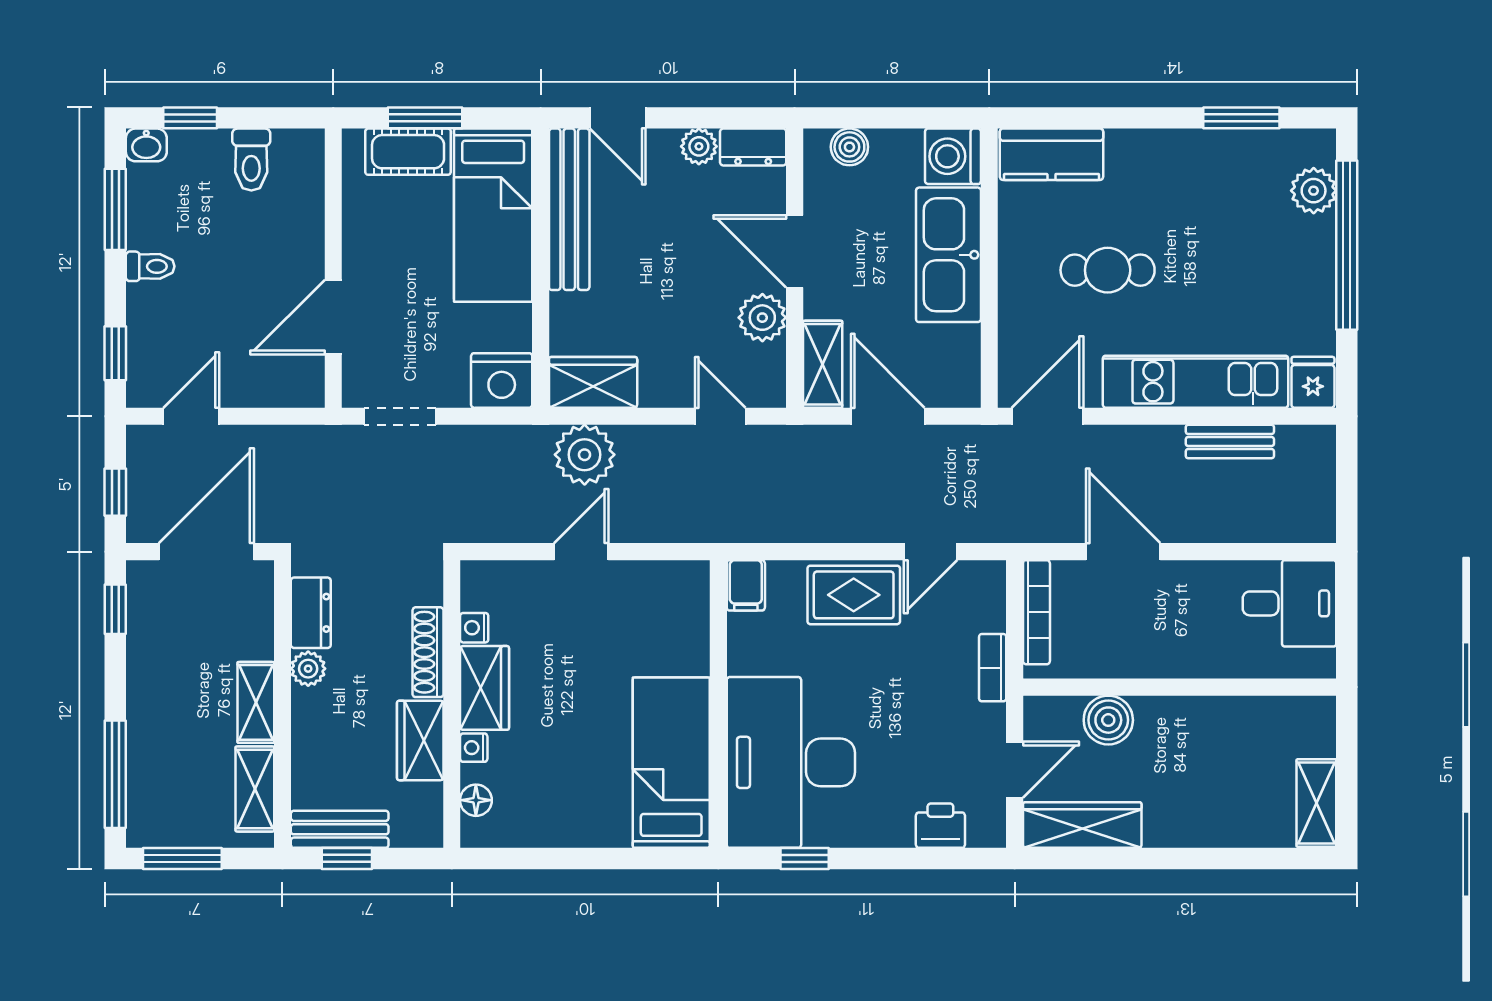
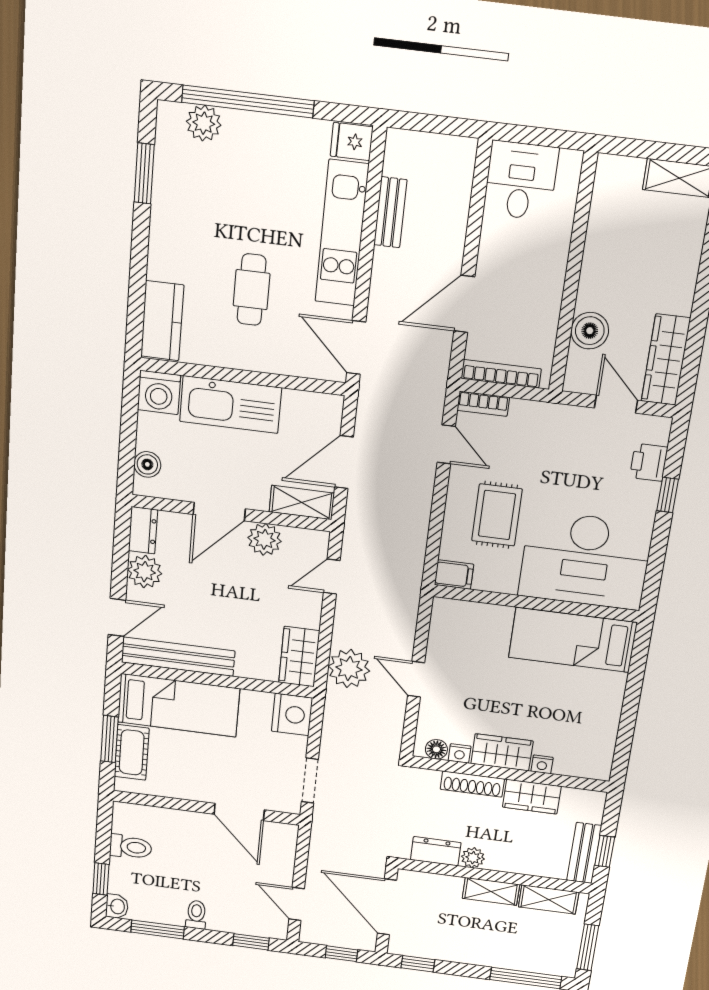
plant: (699, 146) -> (145, 572), width x1.38, depth x1.38
rug: (854, 595) -> (497, 515), moved
bookcase: (993, 668) -> (483, 404), moved
floor lamp: (476, 800) -> (436, 749), moved
window: (805, 858) -> (668, 495), moved

